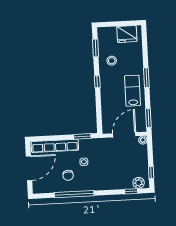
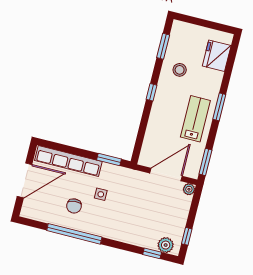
fridge: (127, 34) -> (217, 56), moved, turned 90

